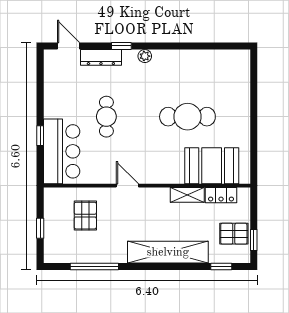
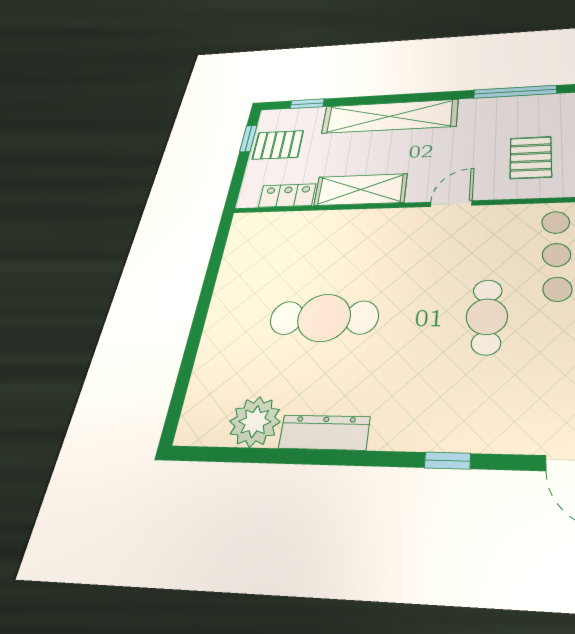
plant: (145, 56) -> (255, 422), moved, width x1.88, depth x1.88
dresser: (101, 57) -> (324, 432), moved
booth: (212, 166) -> (294, 238), removed
door: (127, 186) -> (451, 204), swing flipped
shelving: (187, 195) -> (361, 190), width x1.50, depth x1.33

